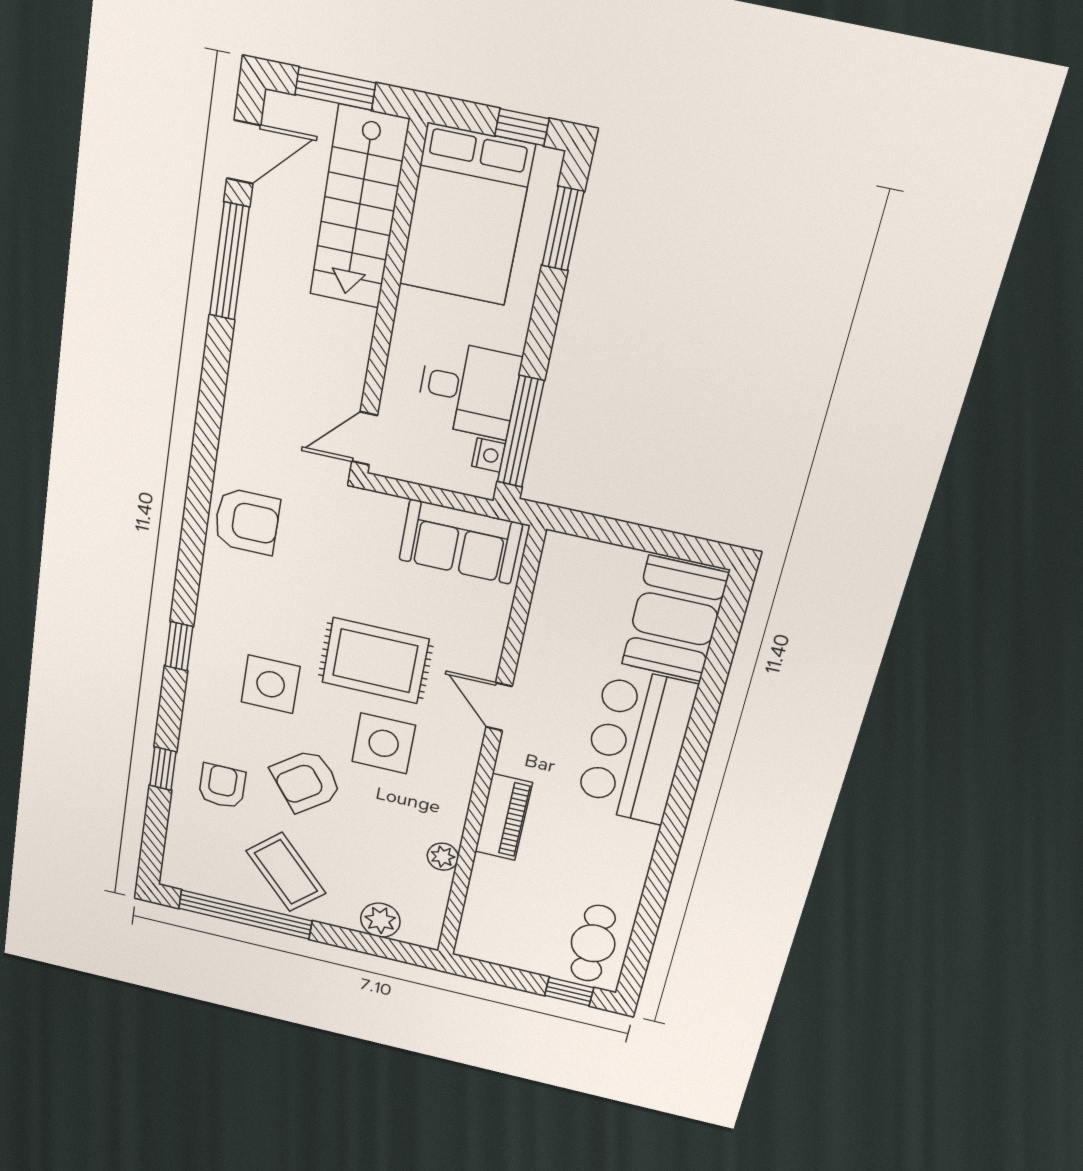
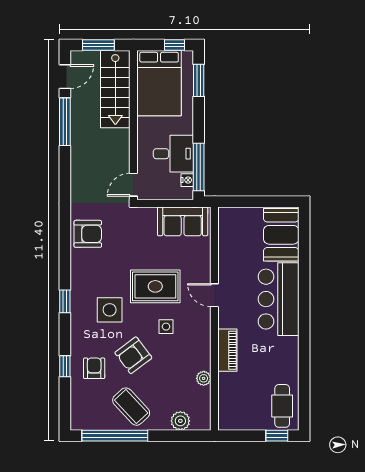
side table: (384, 743) -> (166, 327), width x0.54, depth x0.54

